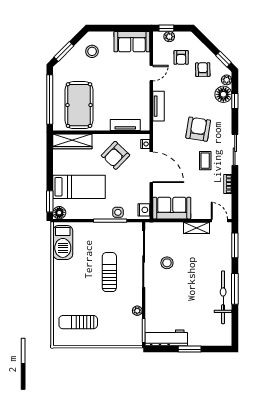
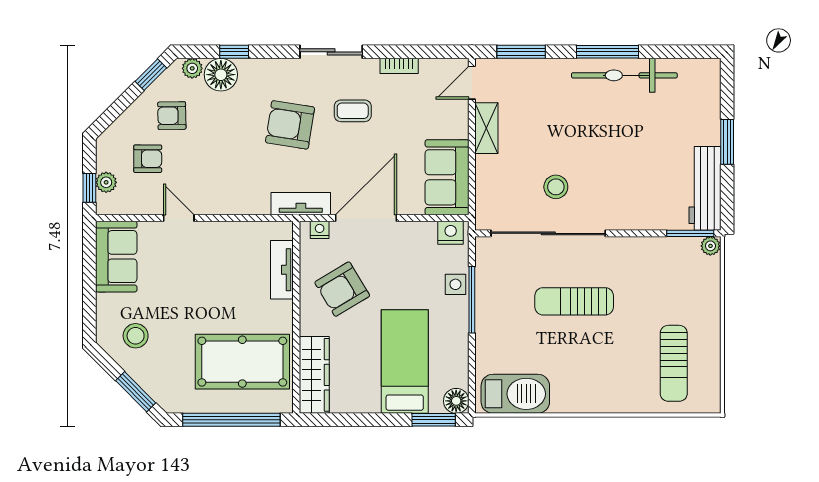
tv unit: (158, 106) -> (301, 204), moved
armchair: (115, 155) -> (342, 289), turned 105
plant: (137, 311) -> (710, 246), moved

